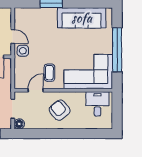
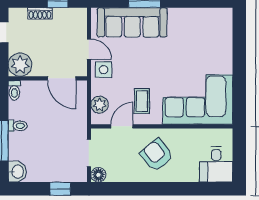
sofa: (82, 18) -> (132, 22), moved
window: (117, 50) -> (239, 68), removed
plant: (20, 75) -> (100, 105), added
desk: (97, 104) -> (216, 165), moved, turned 180

